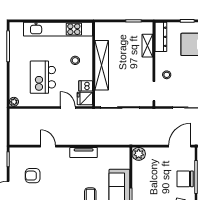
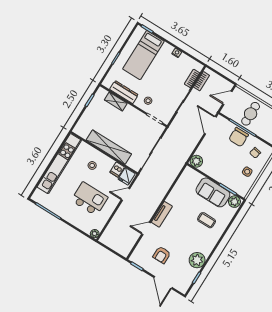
dresser: (161, 37) -> (124, 92), moved
kitchen island: (43, 77) -> (90, 199), turned 180
tv unit: (84, 152) -> (162, 214), moved

